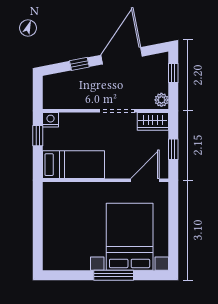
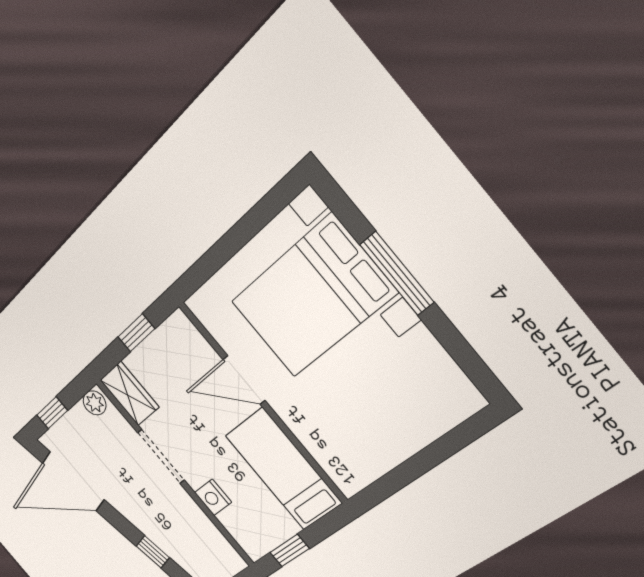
door: (122, 56) -> (73, 481), moved
nightstand: (51, 120) -> (213, 497), moved
door: (145, 180) -> (244, 380), moved

